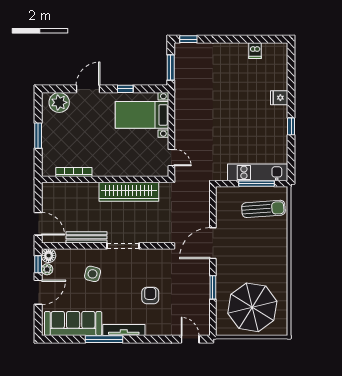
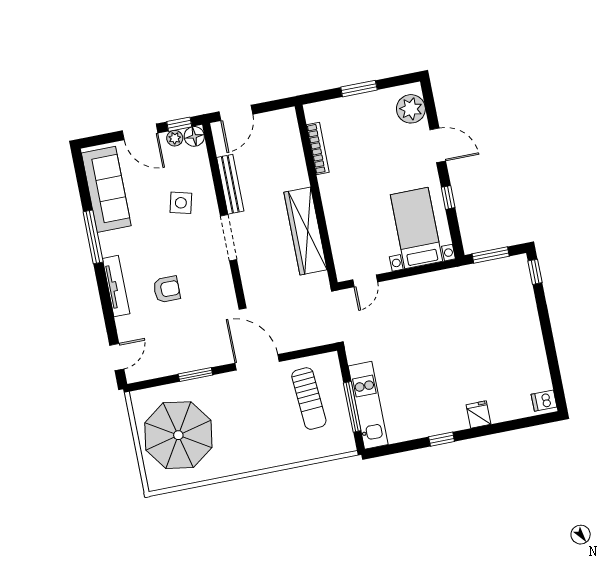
dishwasher: (255, 51) -> (544, 401), moved
sun lounger: (263, 209) -> (309, 399), moved
tv unit: (124, 330) -> (116, 286), moved

